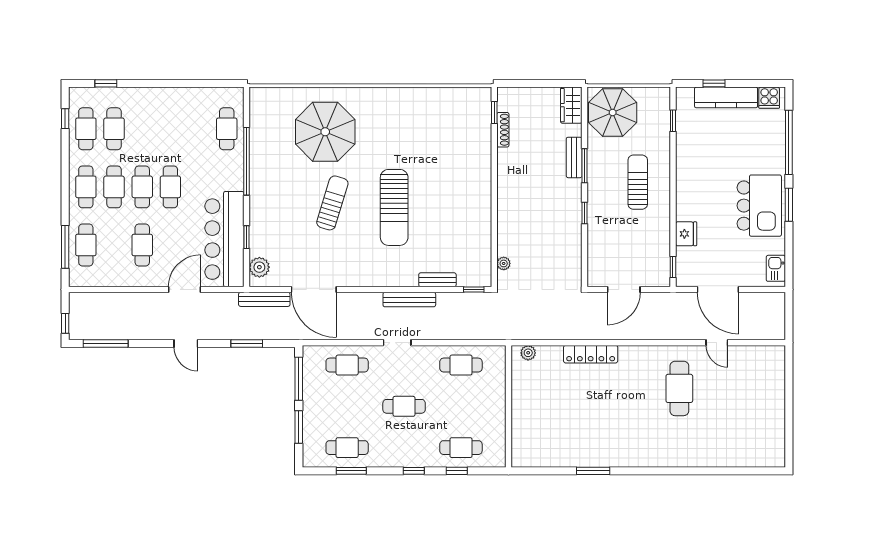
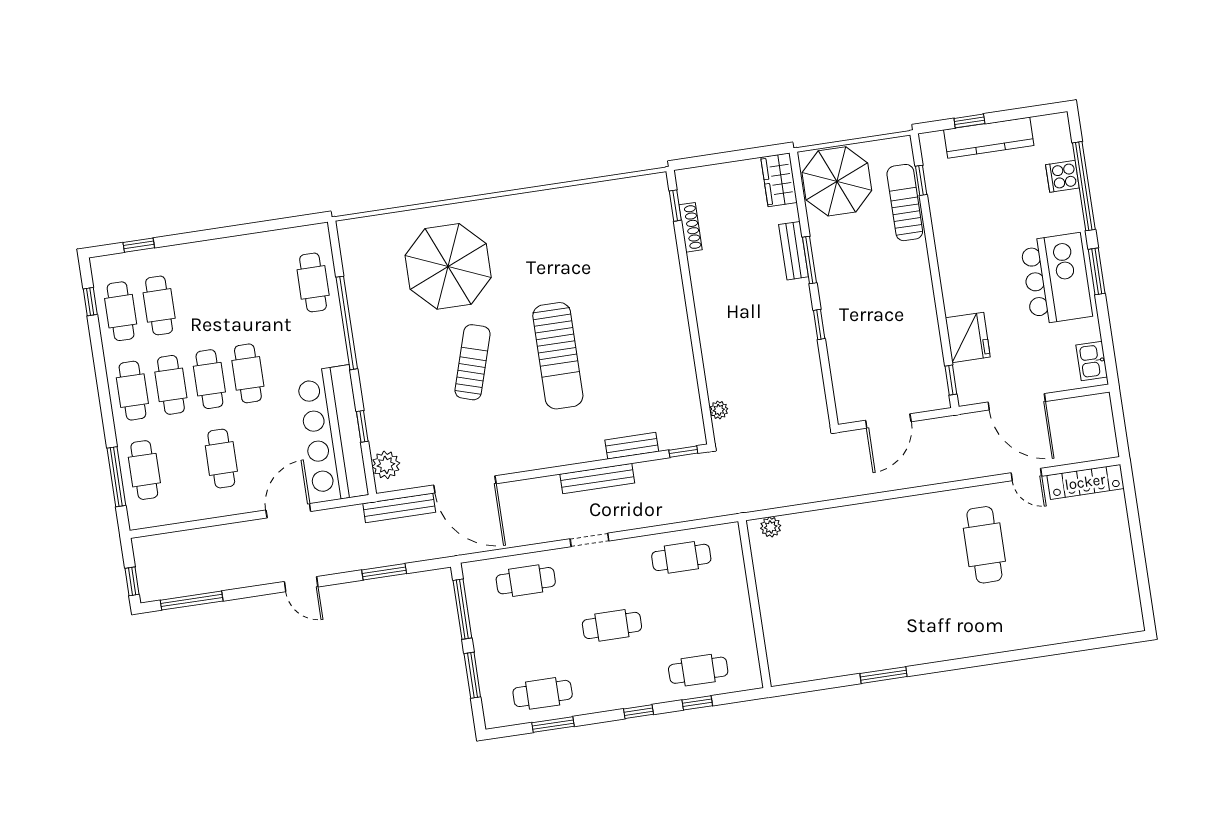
cooker: (769, 98) -> (1062, 176), moved, turned 90
sun lounger: (638, 182) -> (905, 203), moved
fridge: (686, 234) -> (968, 337), width x1.36, depth x1.34
locker: (591, 354) -> (1085, 482), moved

